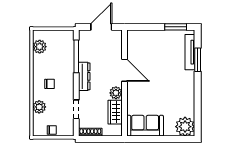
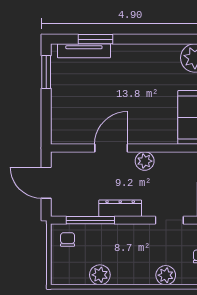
plant: (40, 47) -> (100, 275), moved
chair: (50, 84) -> (68, 239), moved
wardrobe: (115, 112) -> (173, 162), removed

